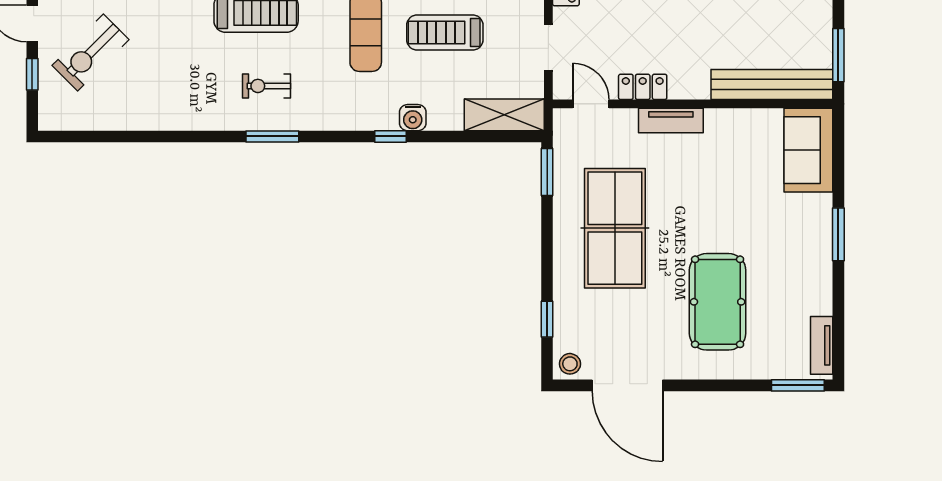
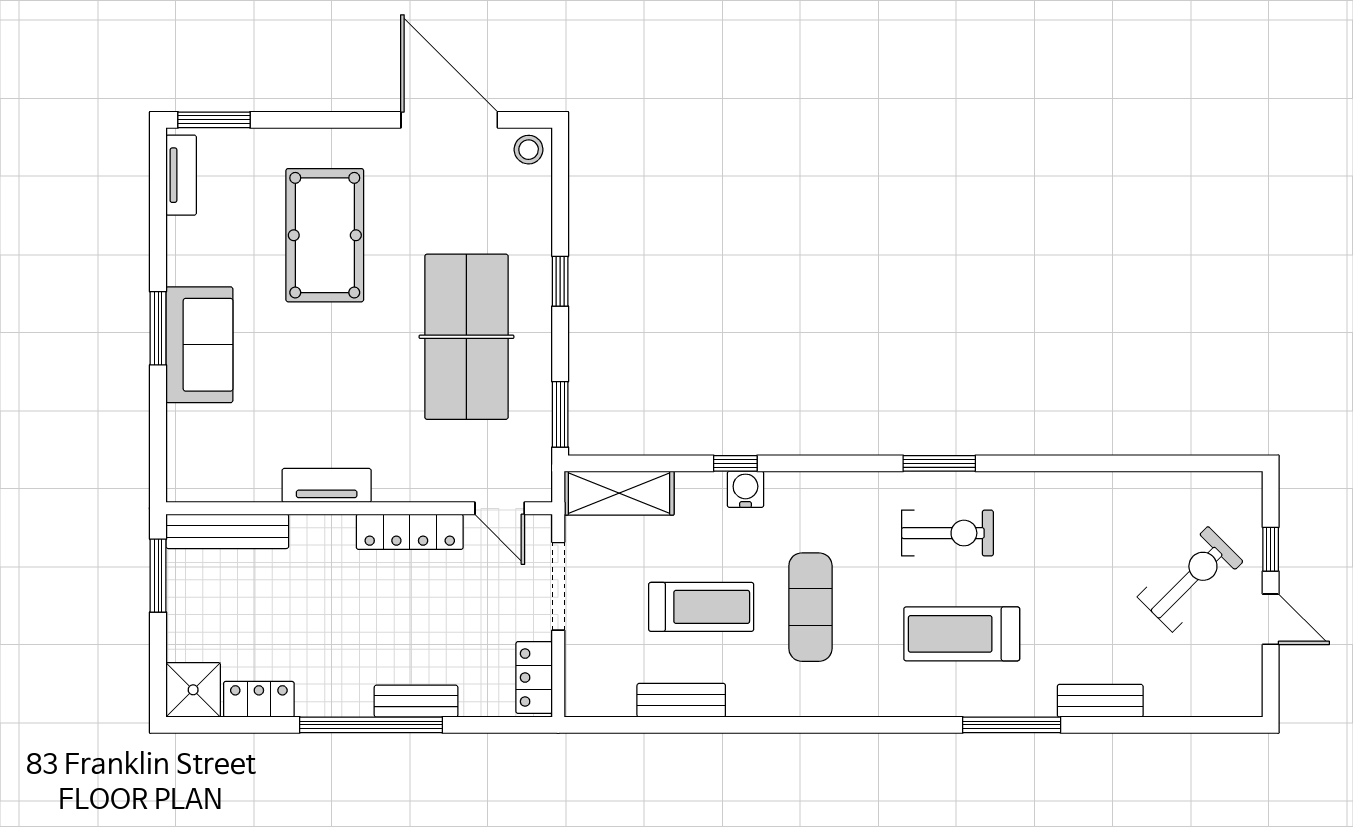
doorway: (548, 47) -> (558, 586), width x1.38
bench: (772, 85) -> (227, 531), width x0.73, depth x0.82
exercise bike: (266, 86) -> (947, 533), width x1.38, depth x1.39
locker: (643, 87) -> (410, 532), width x1.53
tv unit: (671, 120) -> (327, 485), moved
window: (391, 136) -> (735, 463), moved
sofa: (808, 150) -> (199, 345), moved
window: (547, 319) -> (560, 281), moved

